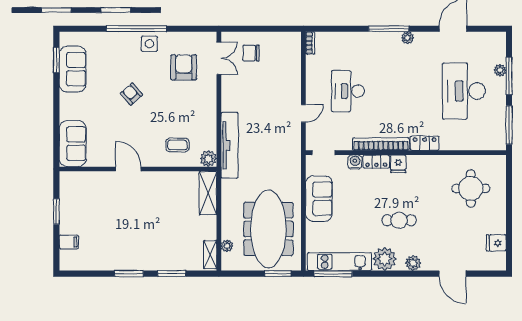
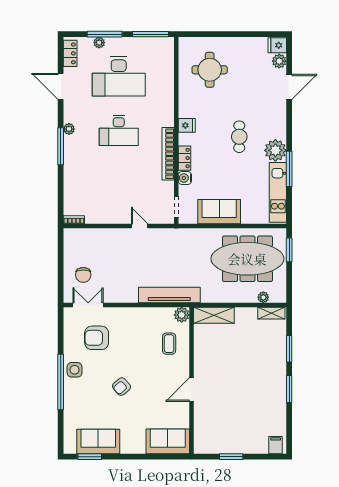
desk: (348, 91) -> (119, 130), moved
locker: (425, 143) -> (70, 53), moved, turned 180
fridge: (398, 164) -> (187, 125), moved
filing cabinet: (69, 242) -> (276, 445), moved
fridge: (496, 243) -> (277, 45), moved, turned 90
plant: (413, 263) -> (279, 61), moved
window: (333, 274) -> (289, 169), moved

